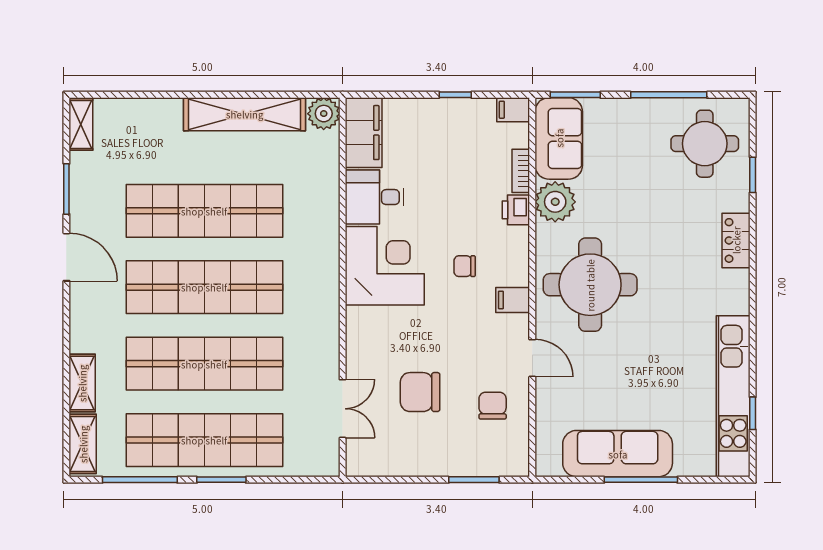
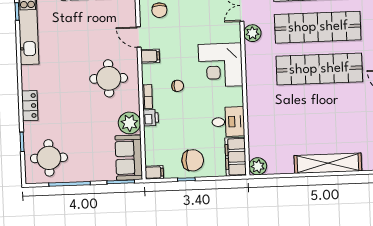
shelving: (245, 114) -> (328, 163), moved
bookcase: (521, 171) -> (147, 97), moved
shop shelf: (204, 211) -> (321, 111), removed
corner desk: (385, 266) -> (221, 65), moved
round table: (590, 285) -> (109, 78), width x0.73, depth x0.73
filing cabinet: (513, 300) -> (150, 56), moved
plant: (324, 357) -> (252, 33), added
chair: (420, 392) -> (193, 160), moved

